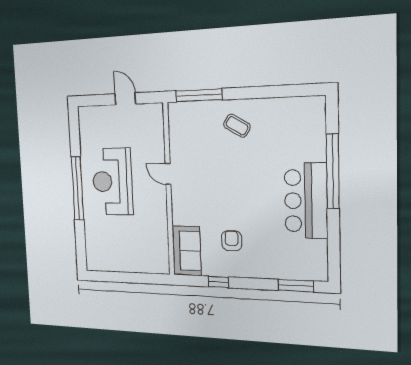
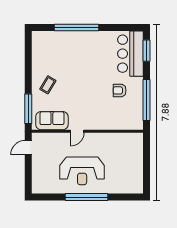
door: (125, 99) -> (28, 148), moved
bar counter: (306, 201) -> (130, 54), moved, turned 90
sofa: (187, 251) -> (52, 121), moved
window: (218, 282) -> (146, 100), width x3.17

